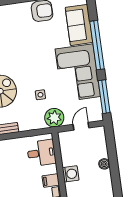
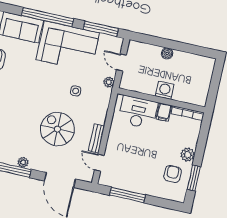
plant: (54, 118) -> (109, 82), width x0.53, depth x0.53
desk: (41, 153) -> (138, 112), width x1.37

